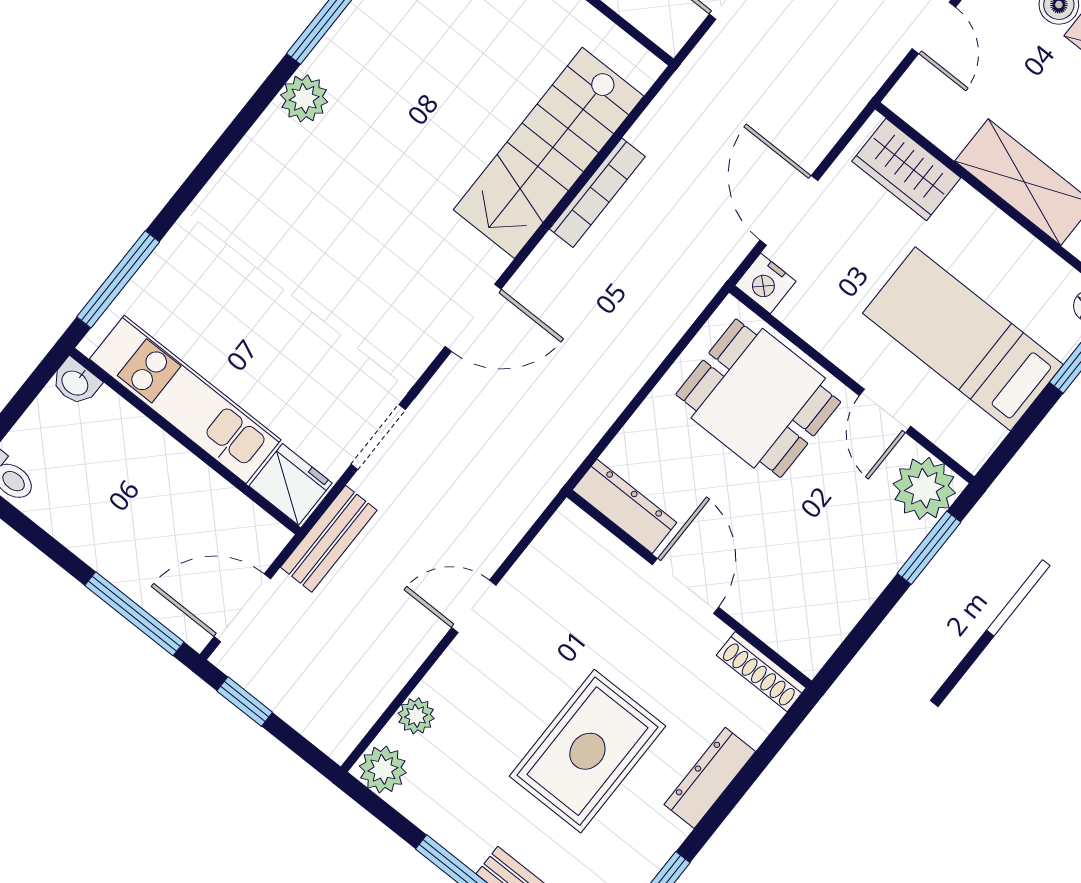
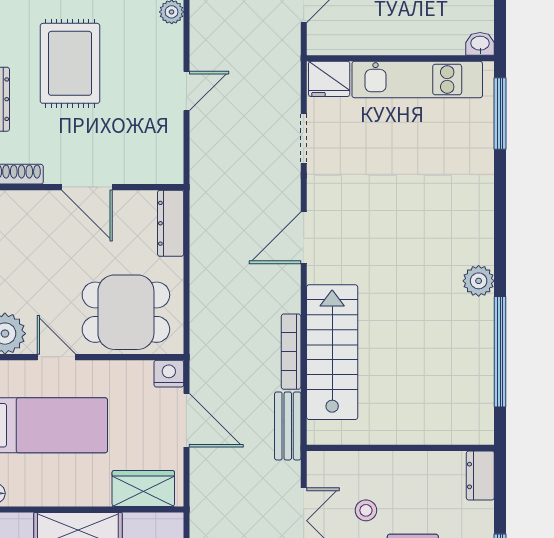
dresser: (624, 506) -> (171, 223), moved, turned 90
bench: (329, 539) -> (288, 426), moved

